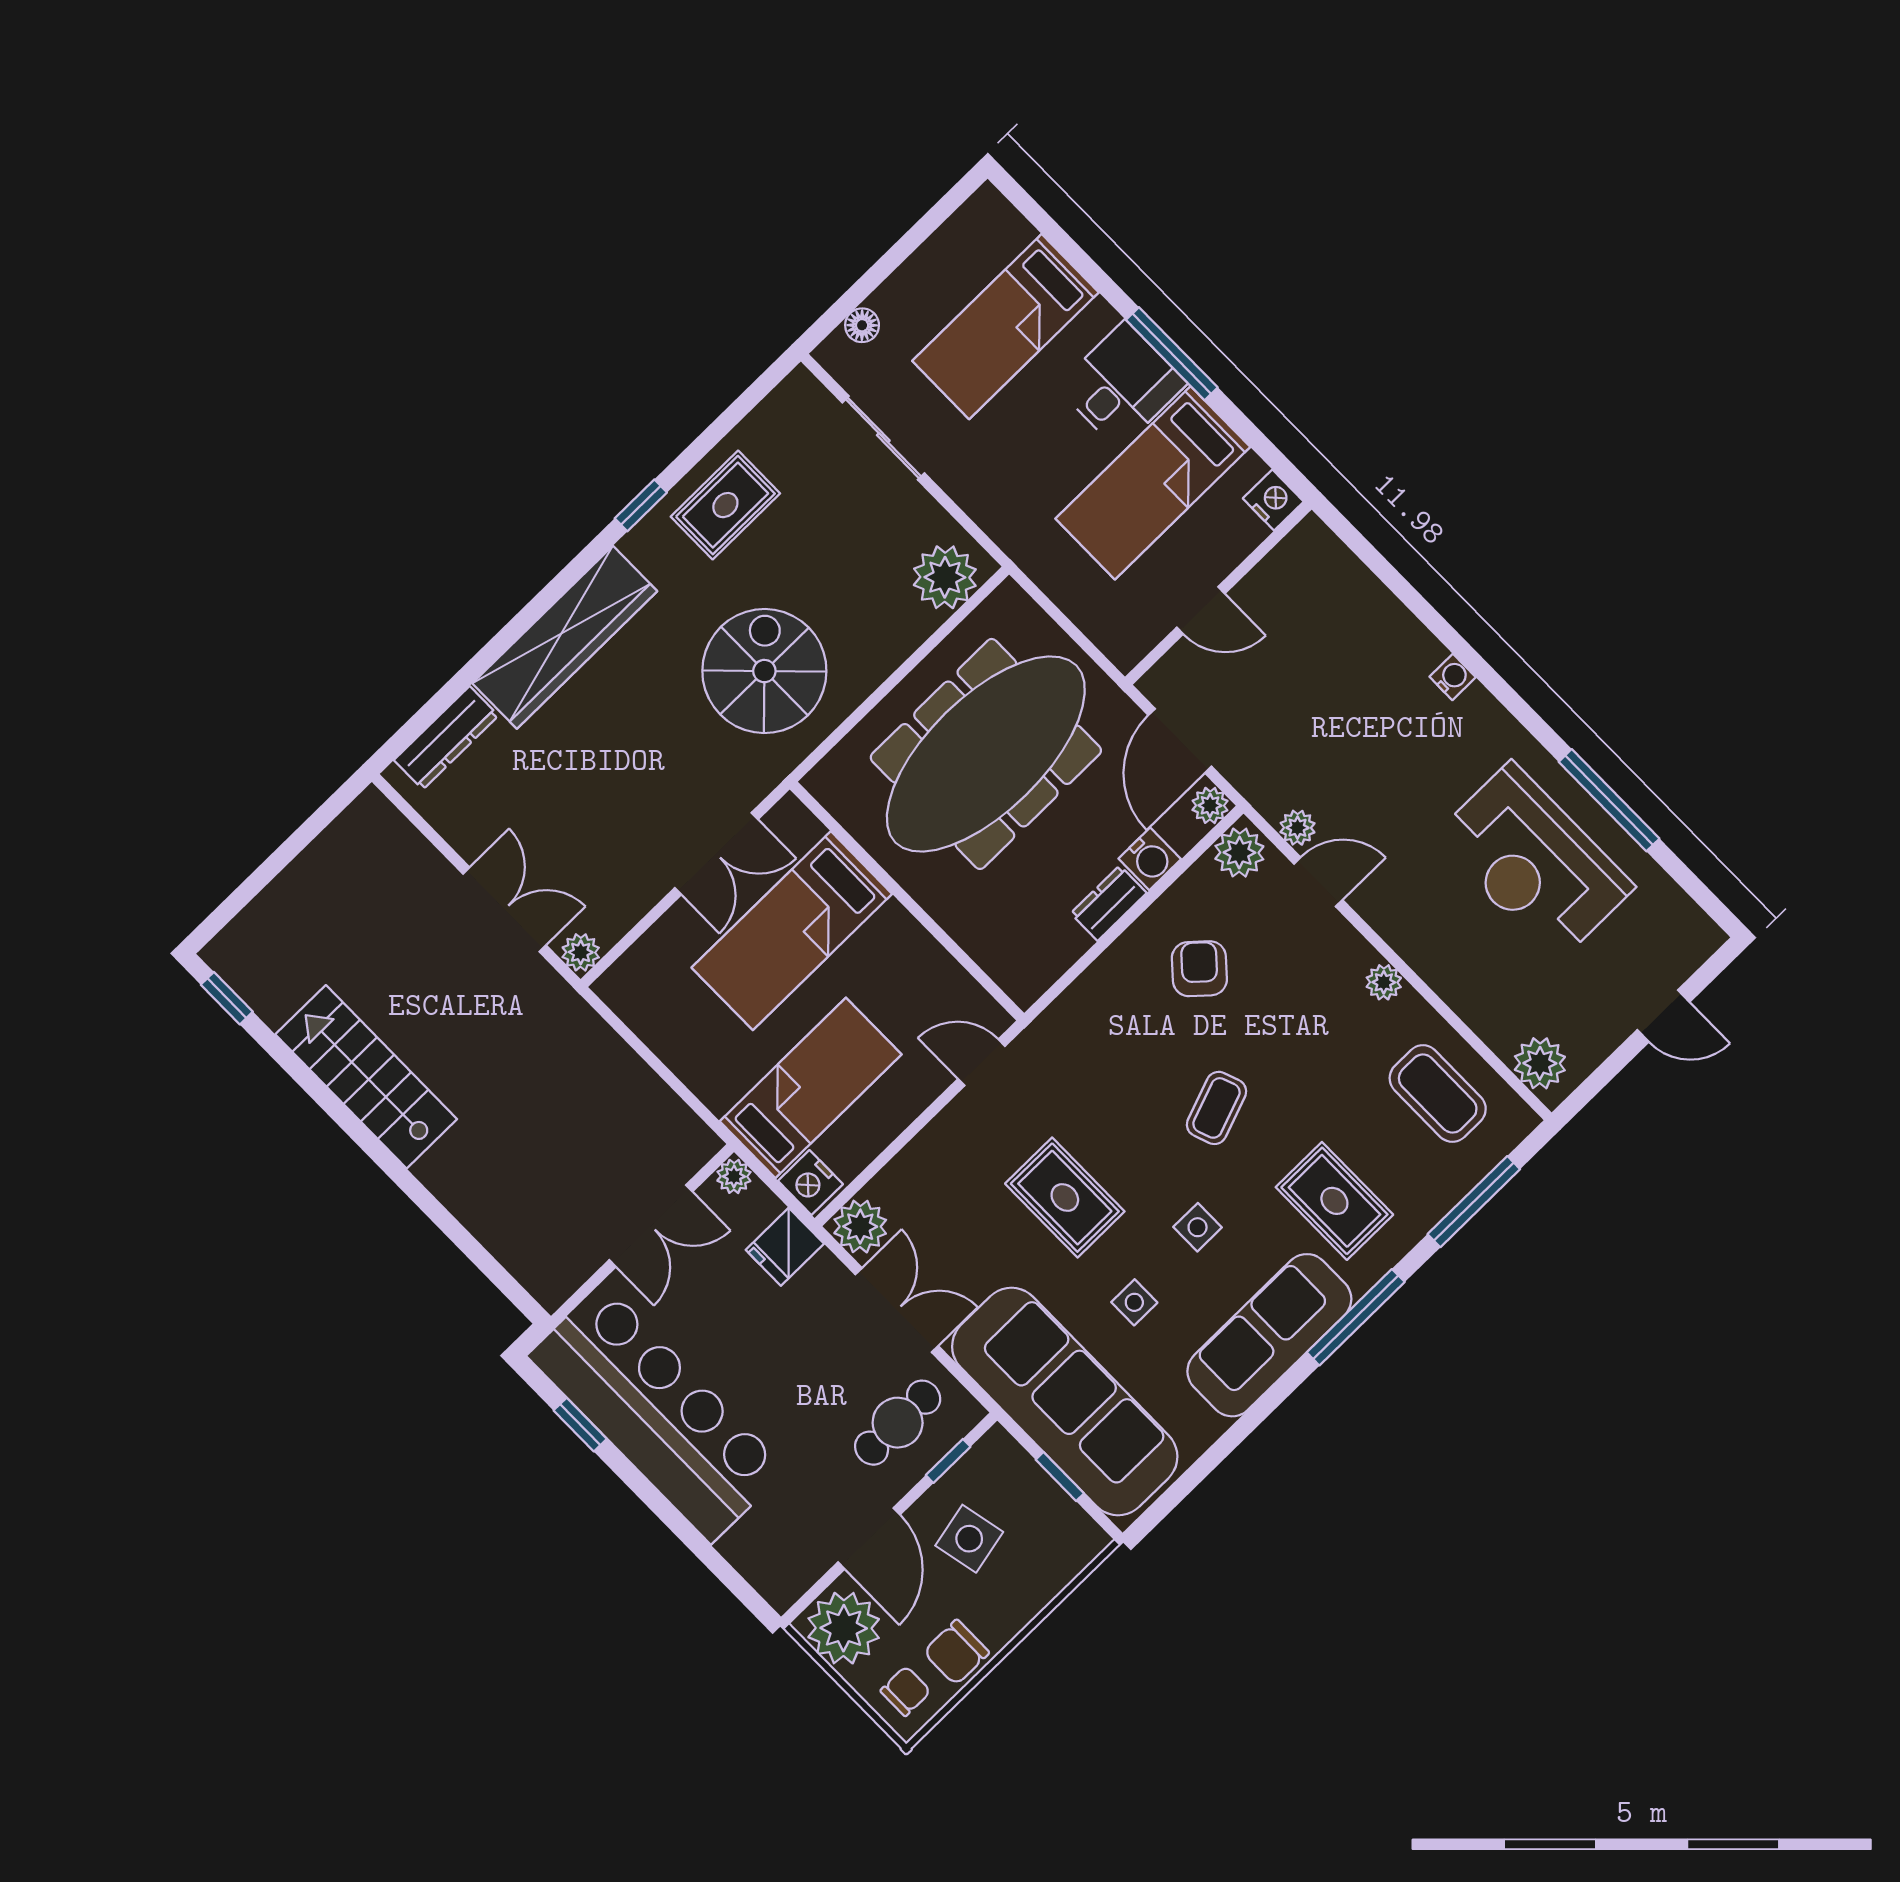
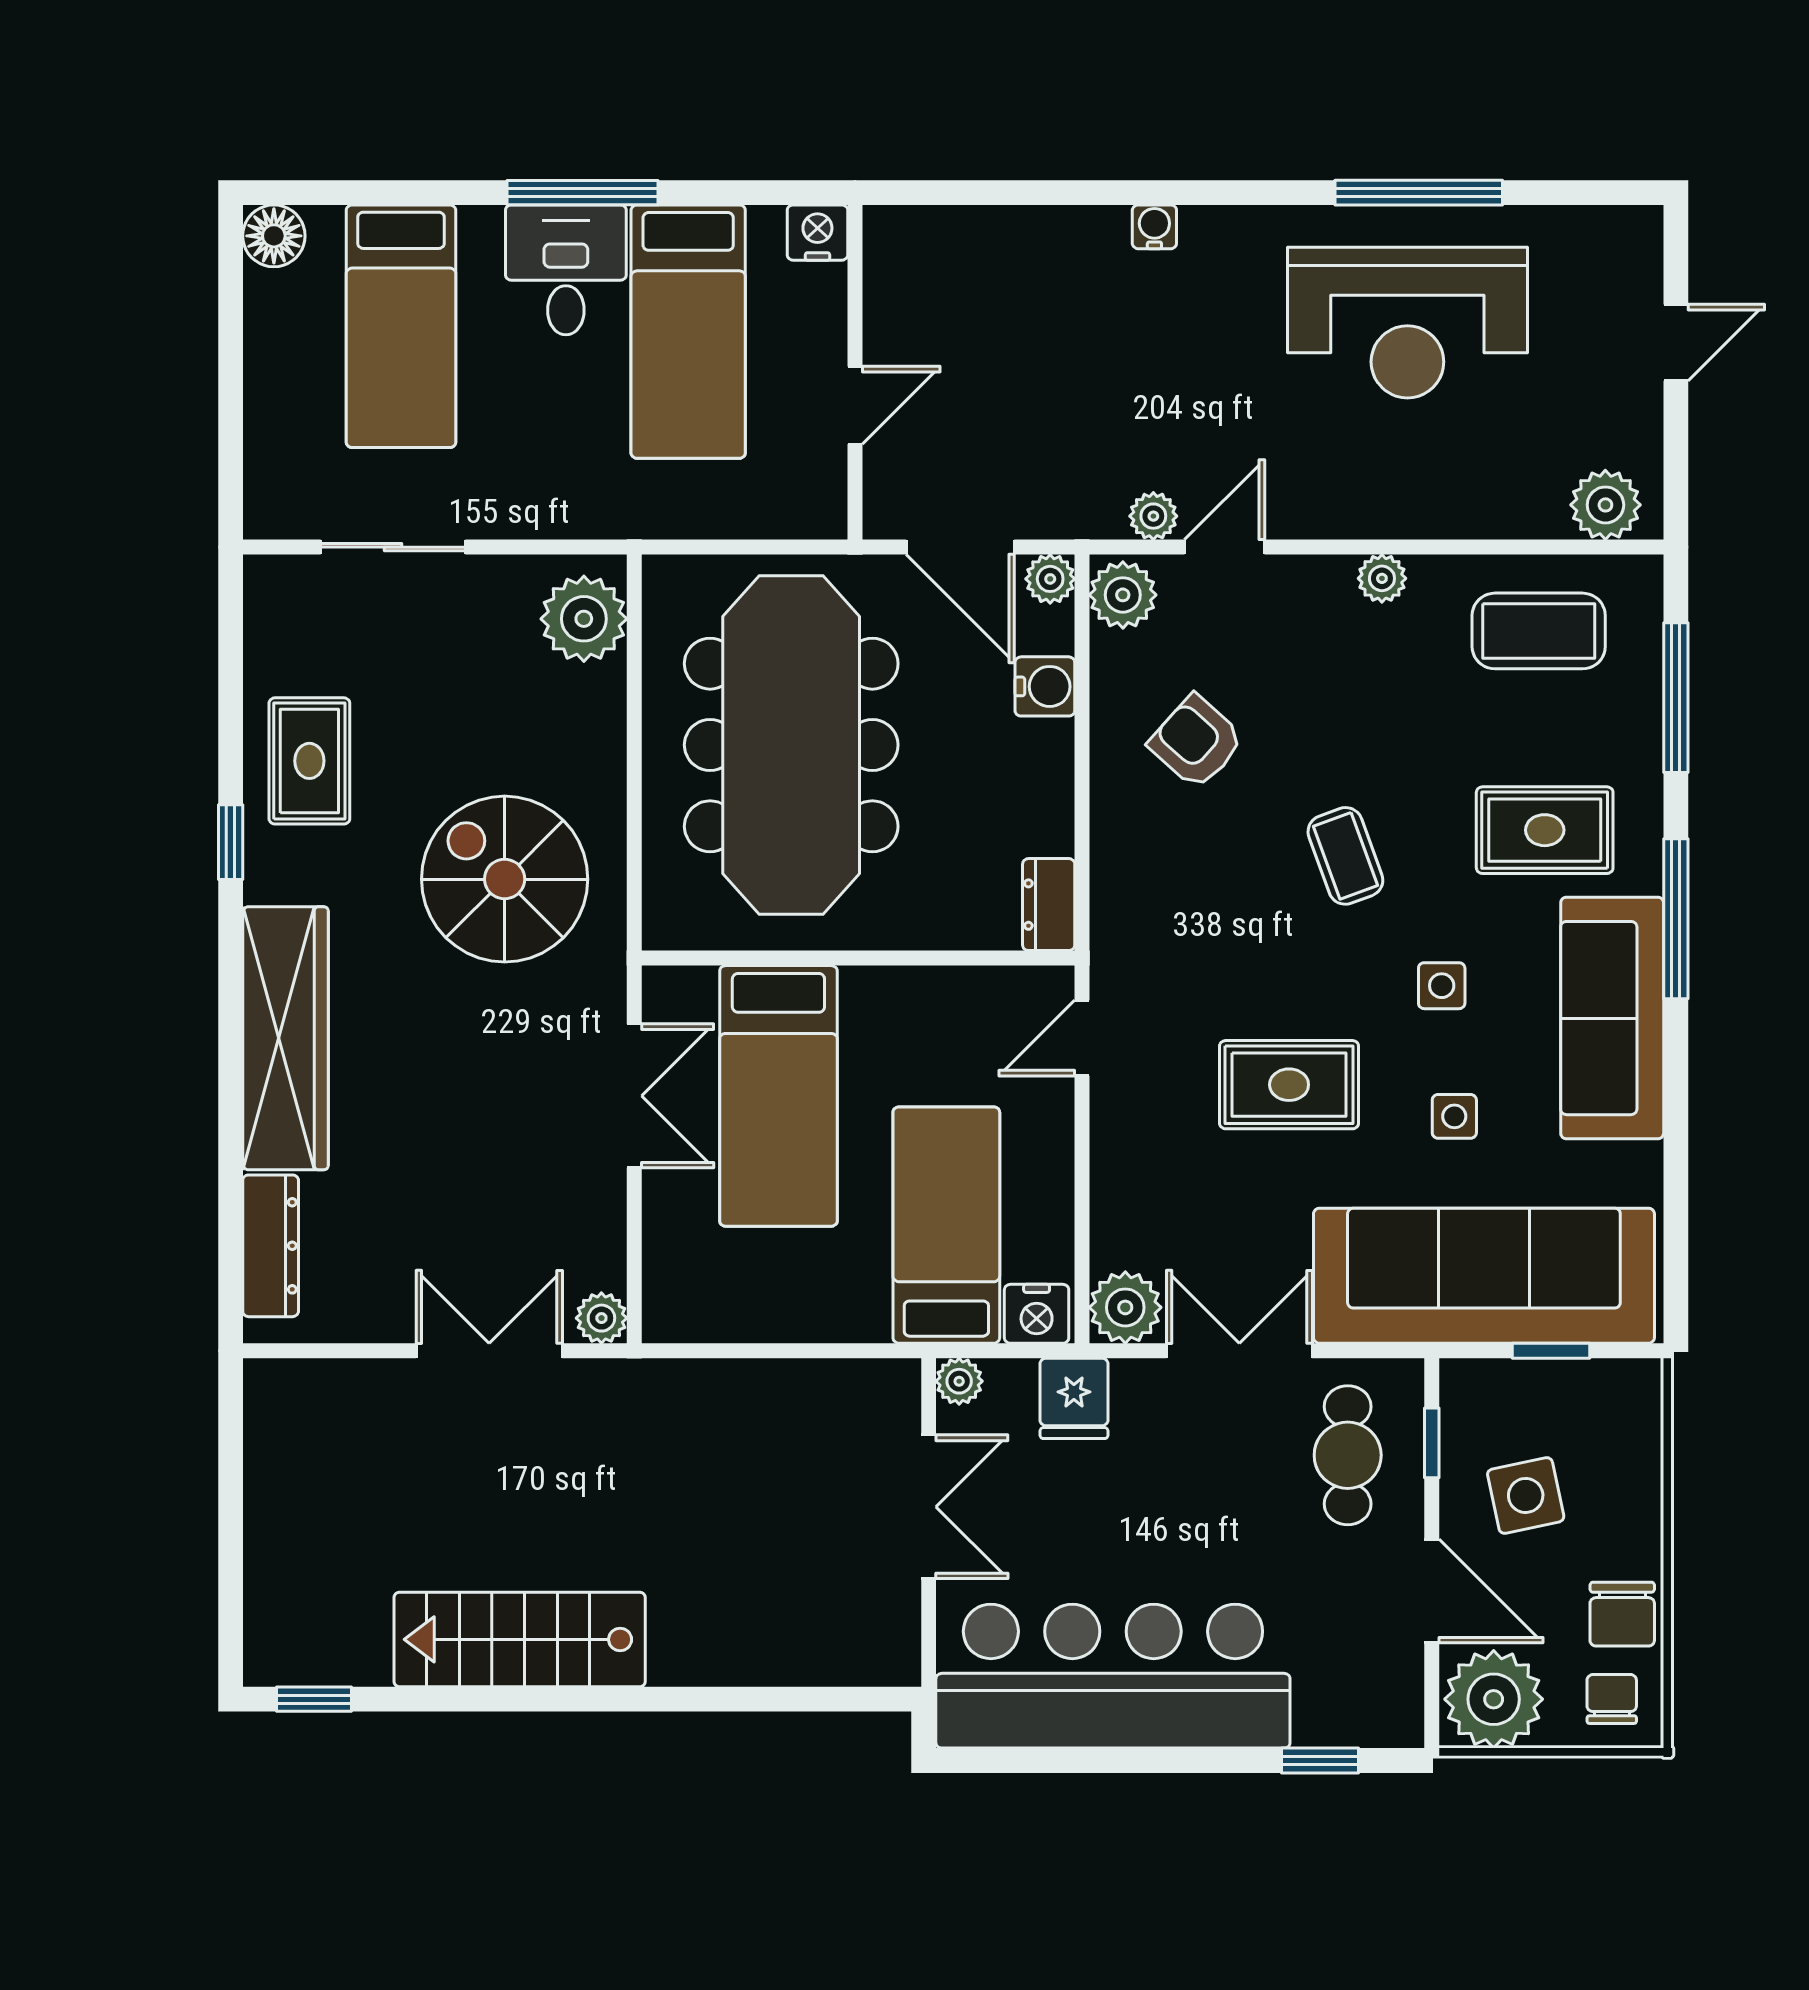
floor lamp: (862, 325) -> (274, 236), moved, width x1.37, depth x1.37
dresser: (1109, 903) -> (1049, 905), moved
window: (580, 1425) -> (1320, 1760), moved

